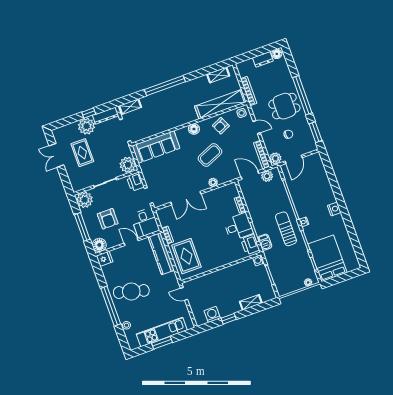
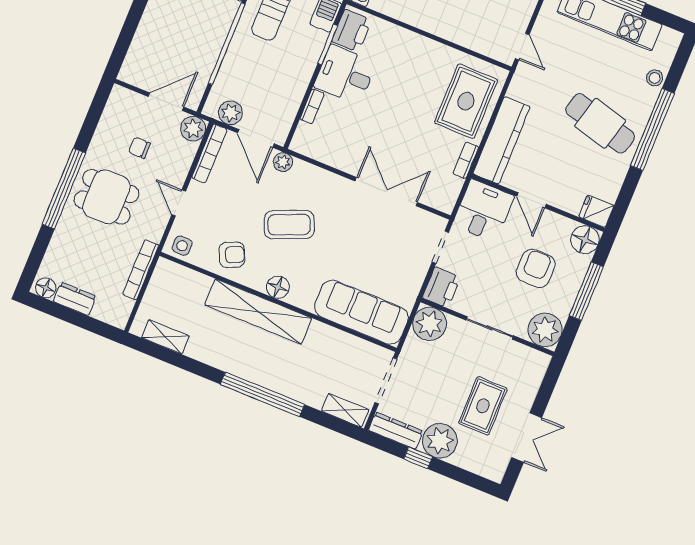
shelving: (220, 104) -> (258, 312), moved
window: (316, 132) -> (95, 113), removed
plant: (213, 182) -> (283, 162), moved

